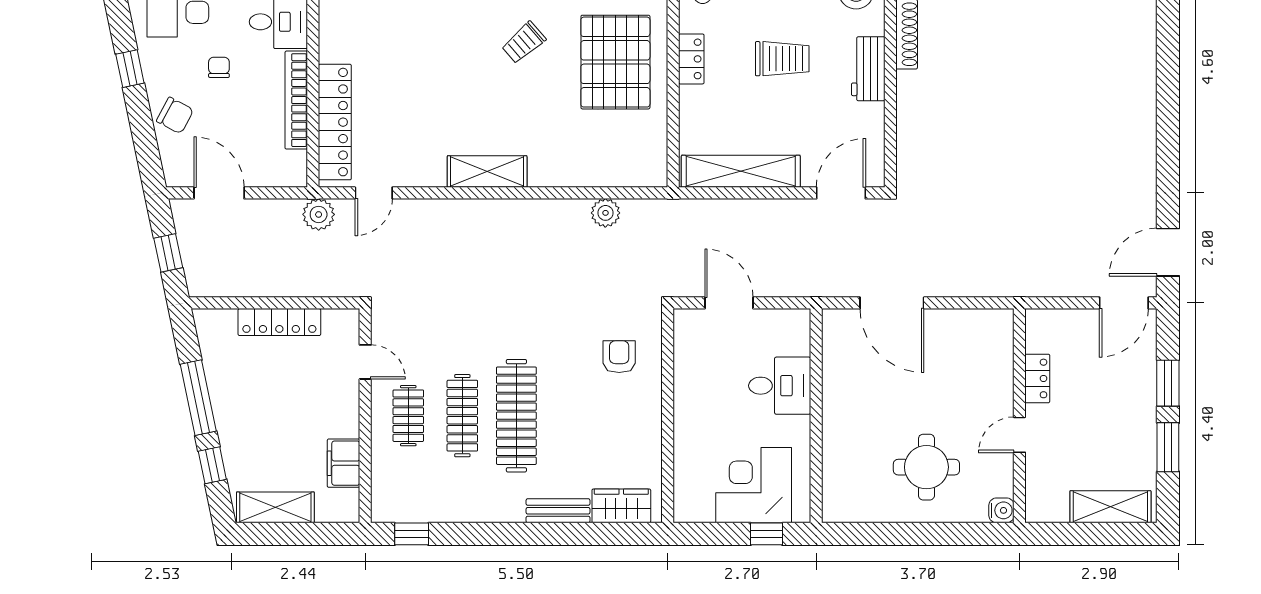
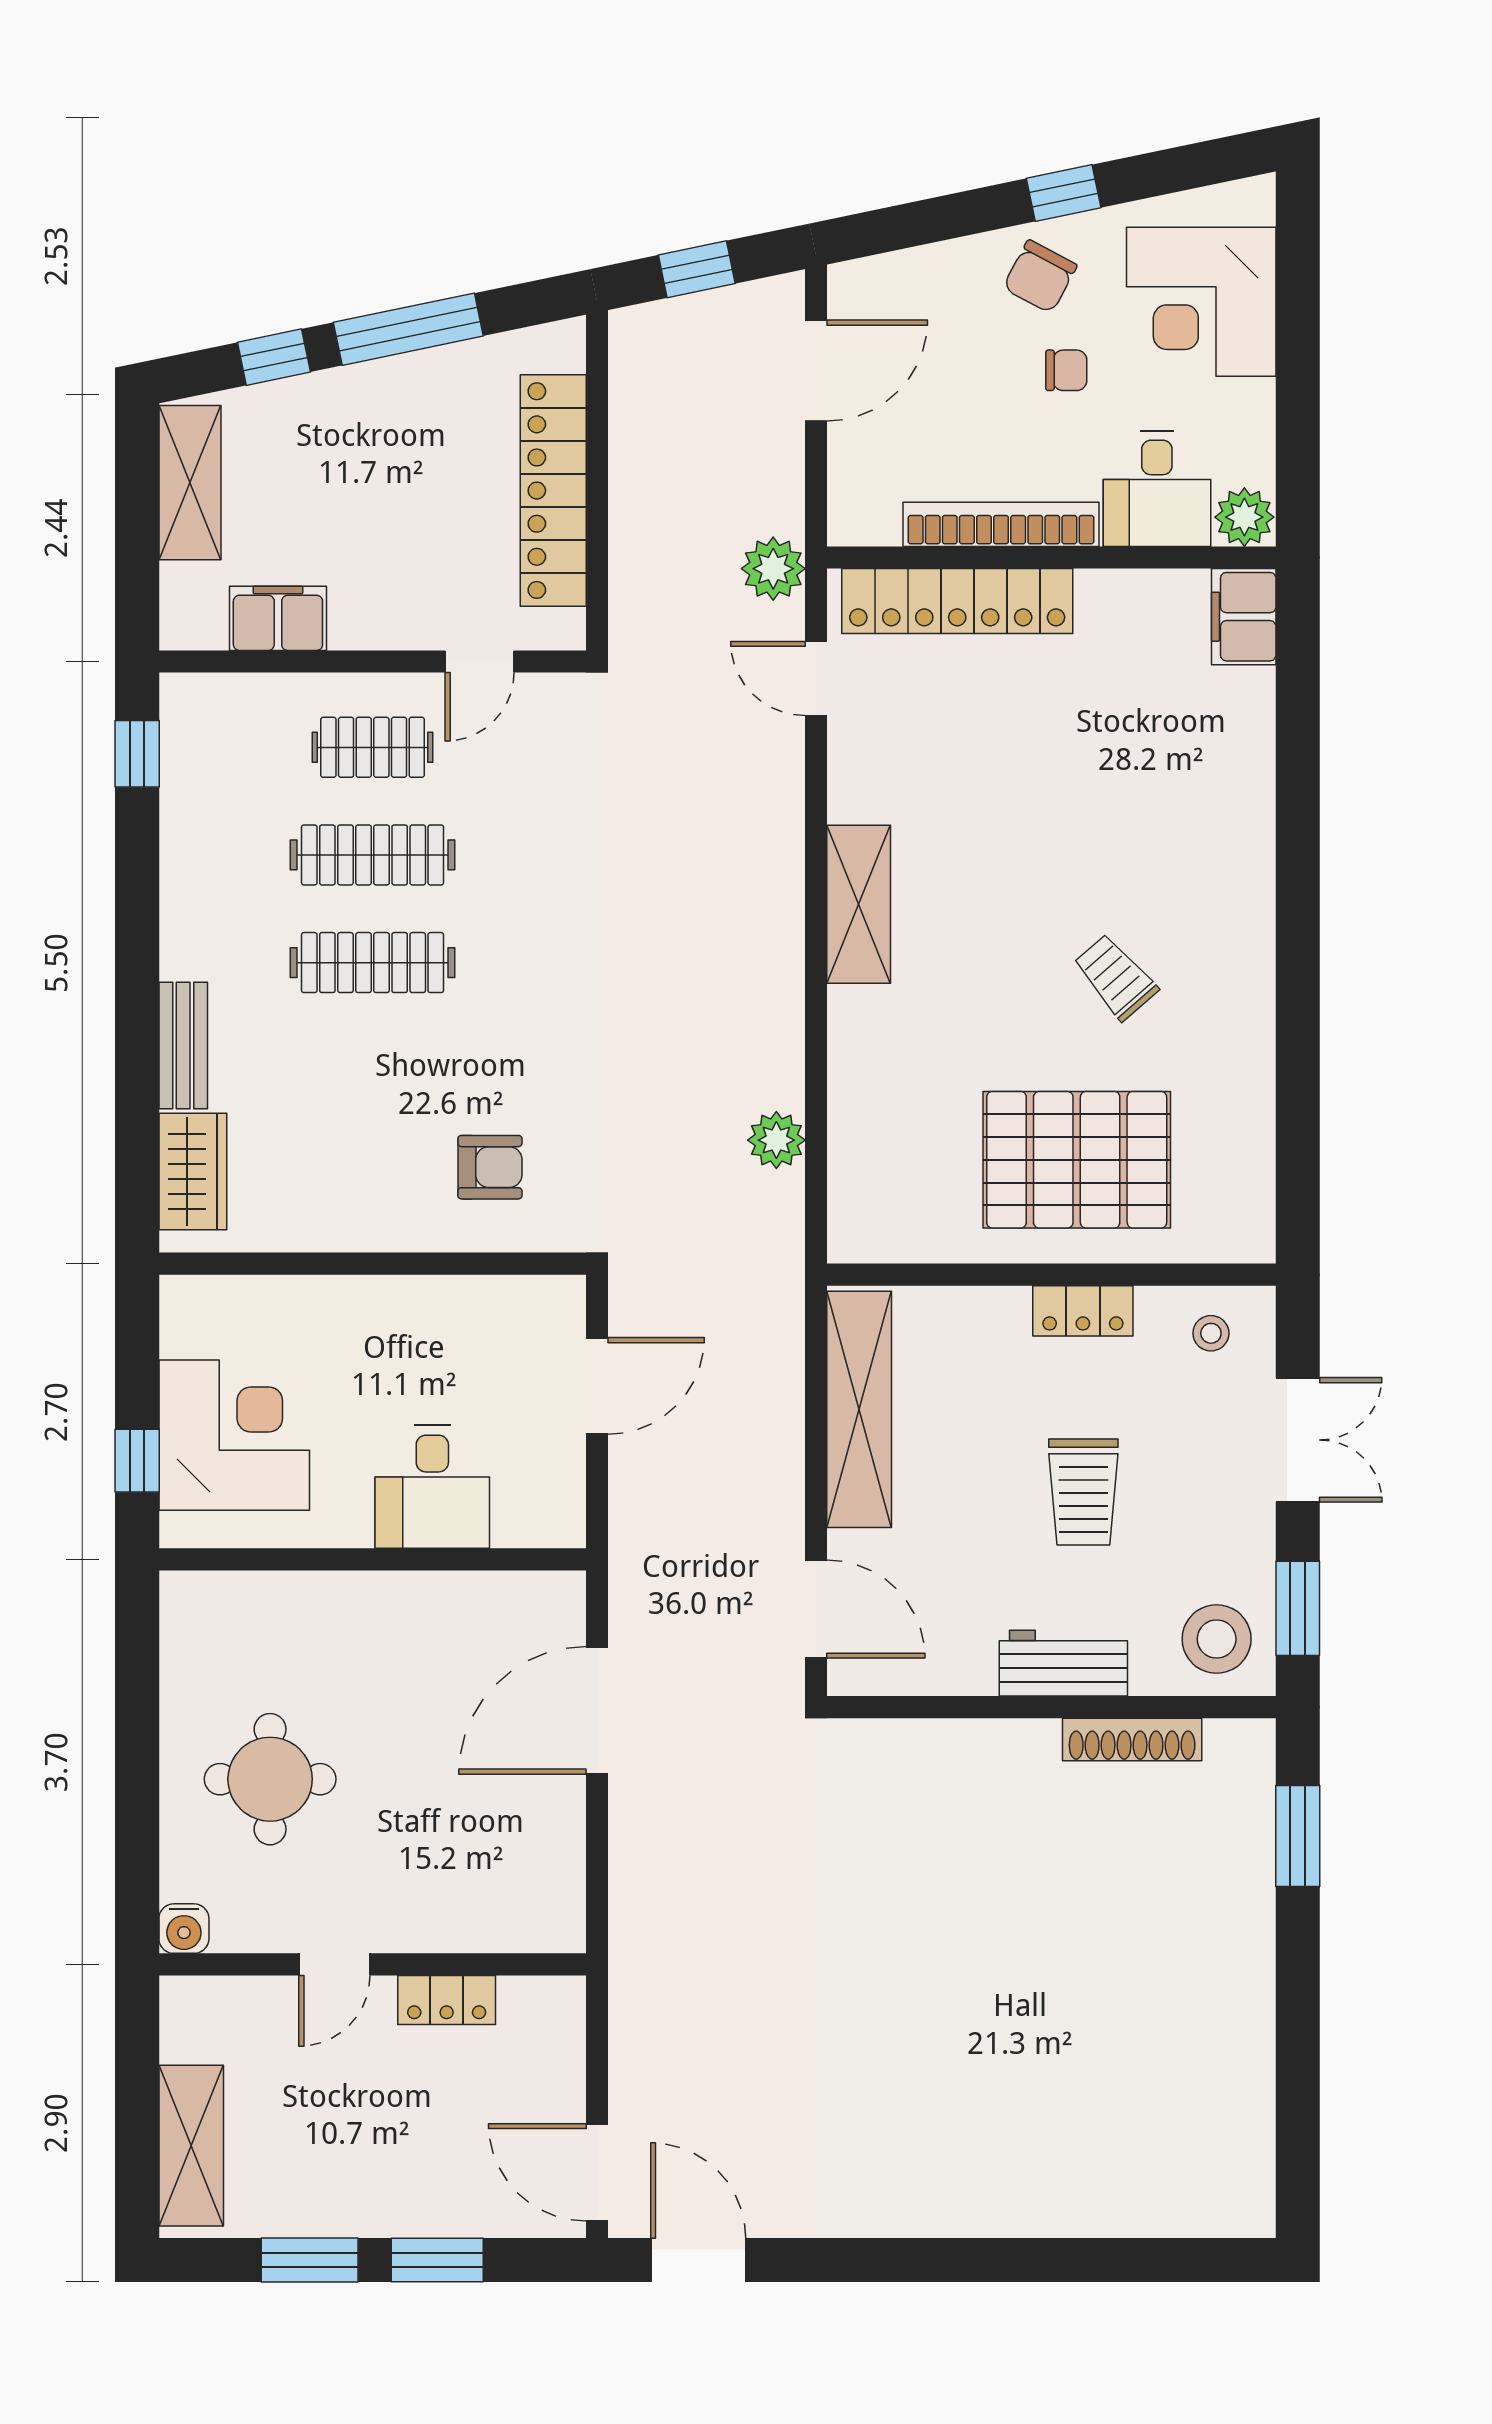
chair: (175, 115) -> (1040, 276), moved
locker: (279, 322) -> (553, 491), width x1.41, depth x1.21
clothes rail: (516, 416) -> (373, 963), width x0.73, depth x0.76
door: (1019, 435) -> (334, 1964), swing flipped

